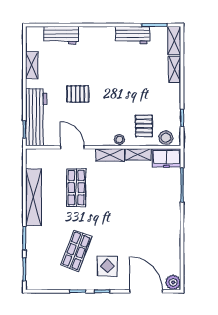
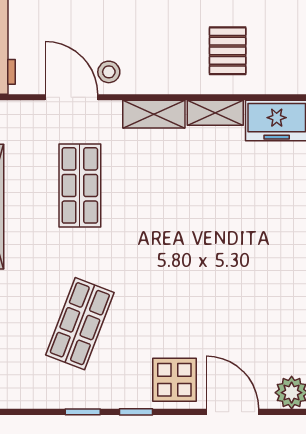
stool: (166, 138) -> (276, 76), removed
stool: (119, 140) -> (109, 72), moved
display table: (107, 266) -> (174, 380), moved
door: (146, 291) -> (232, 412), width x0.73

